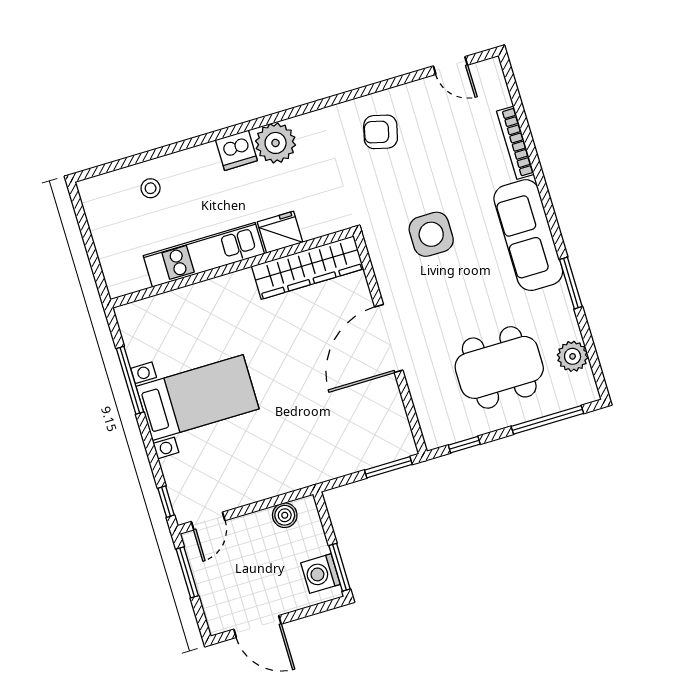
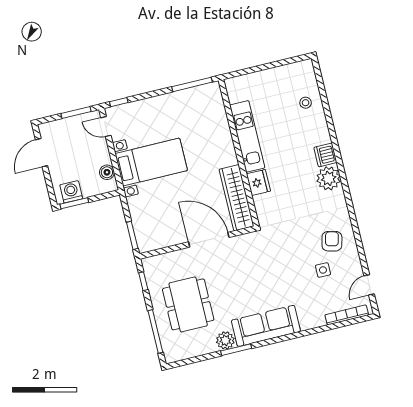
bookcase: (515, 143) -> (347, 315), moved
fridge: (280, 232) -> (258, 183), moved
side table: (431, 234) -> (323, 270), moved, width x0.54, depth x0.54
kitchen unit: (204, 255) -> (247, 136), moved
wardrobe: (308, 267) -> (236, 198), moved
wall: (232, 268) -> (239, 153), moved
plant: (573, 356) -> (225, 340), moved
bed with nightstands: (198, 398) -> (151, 162), moved, turned -90

